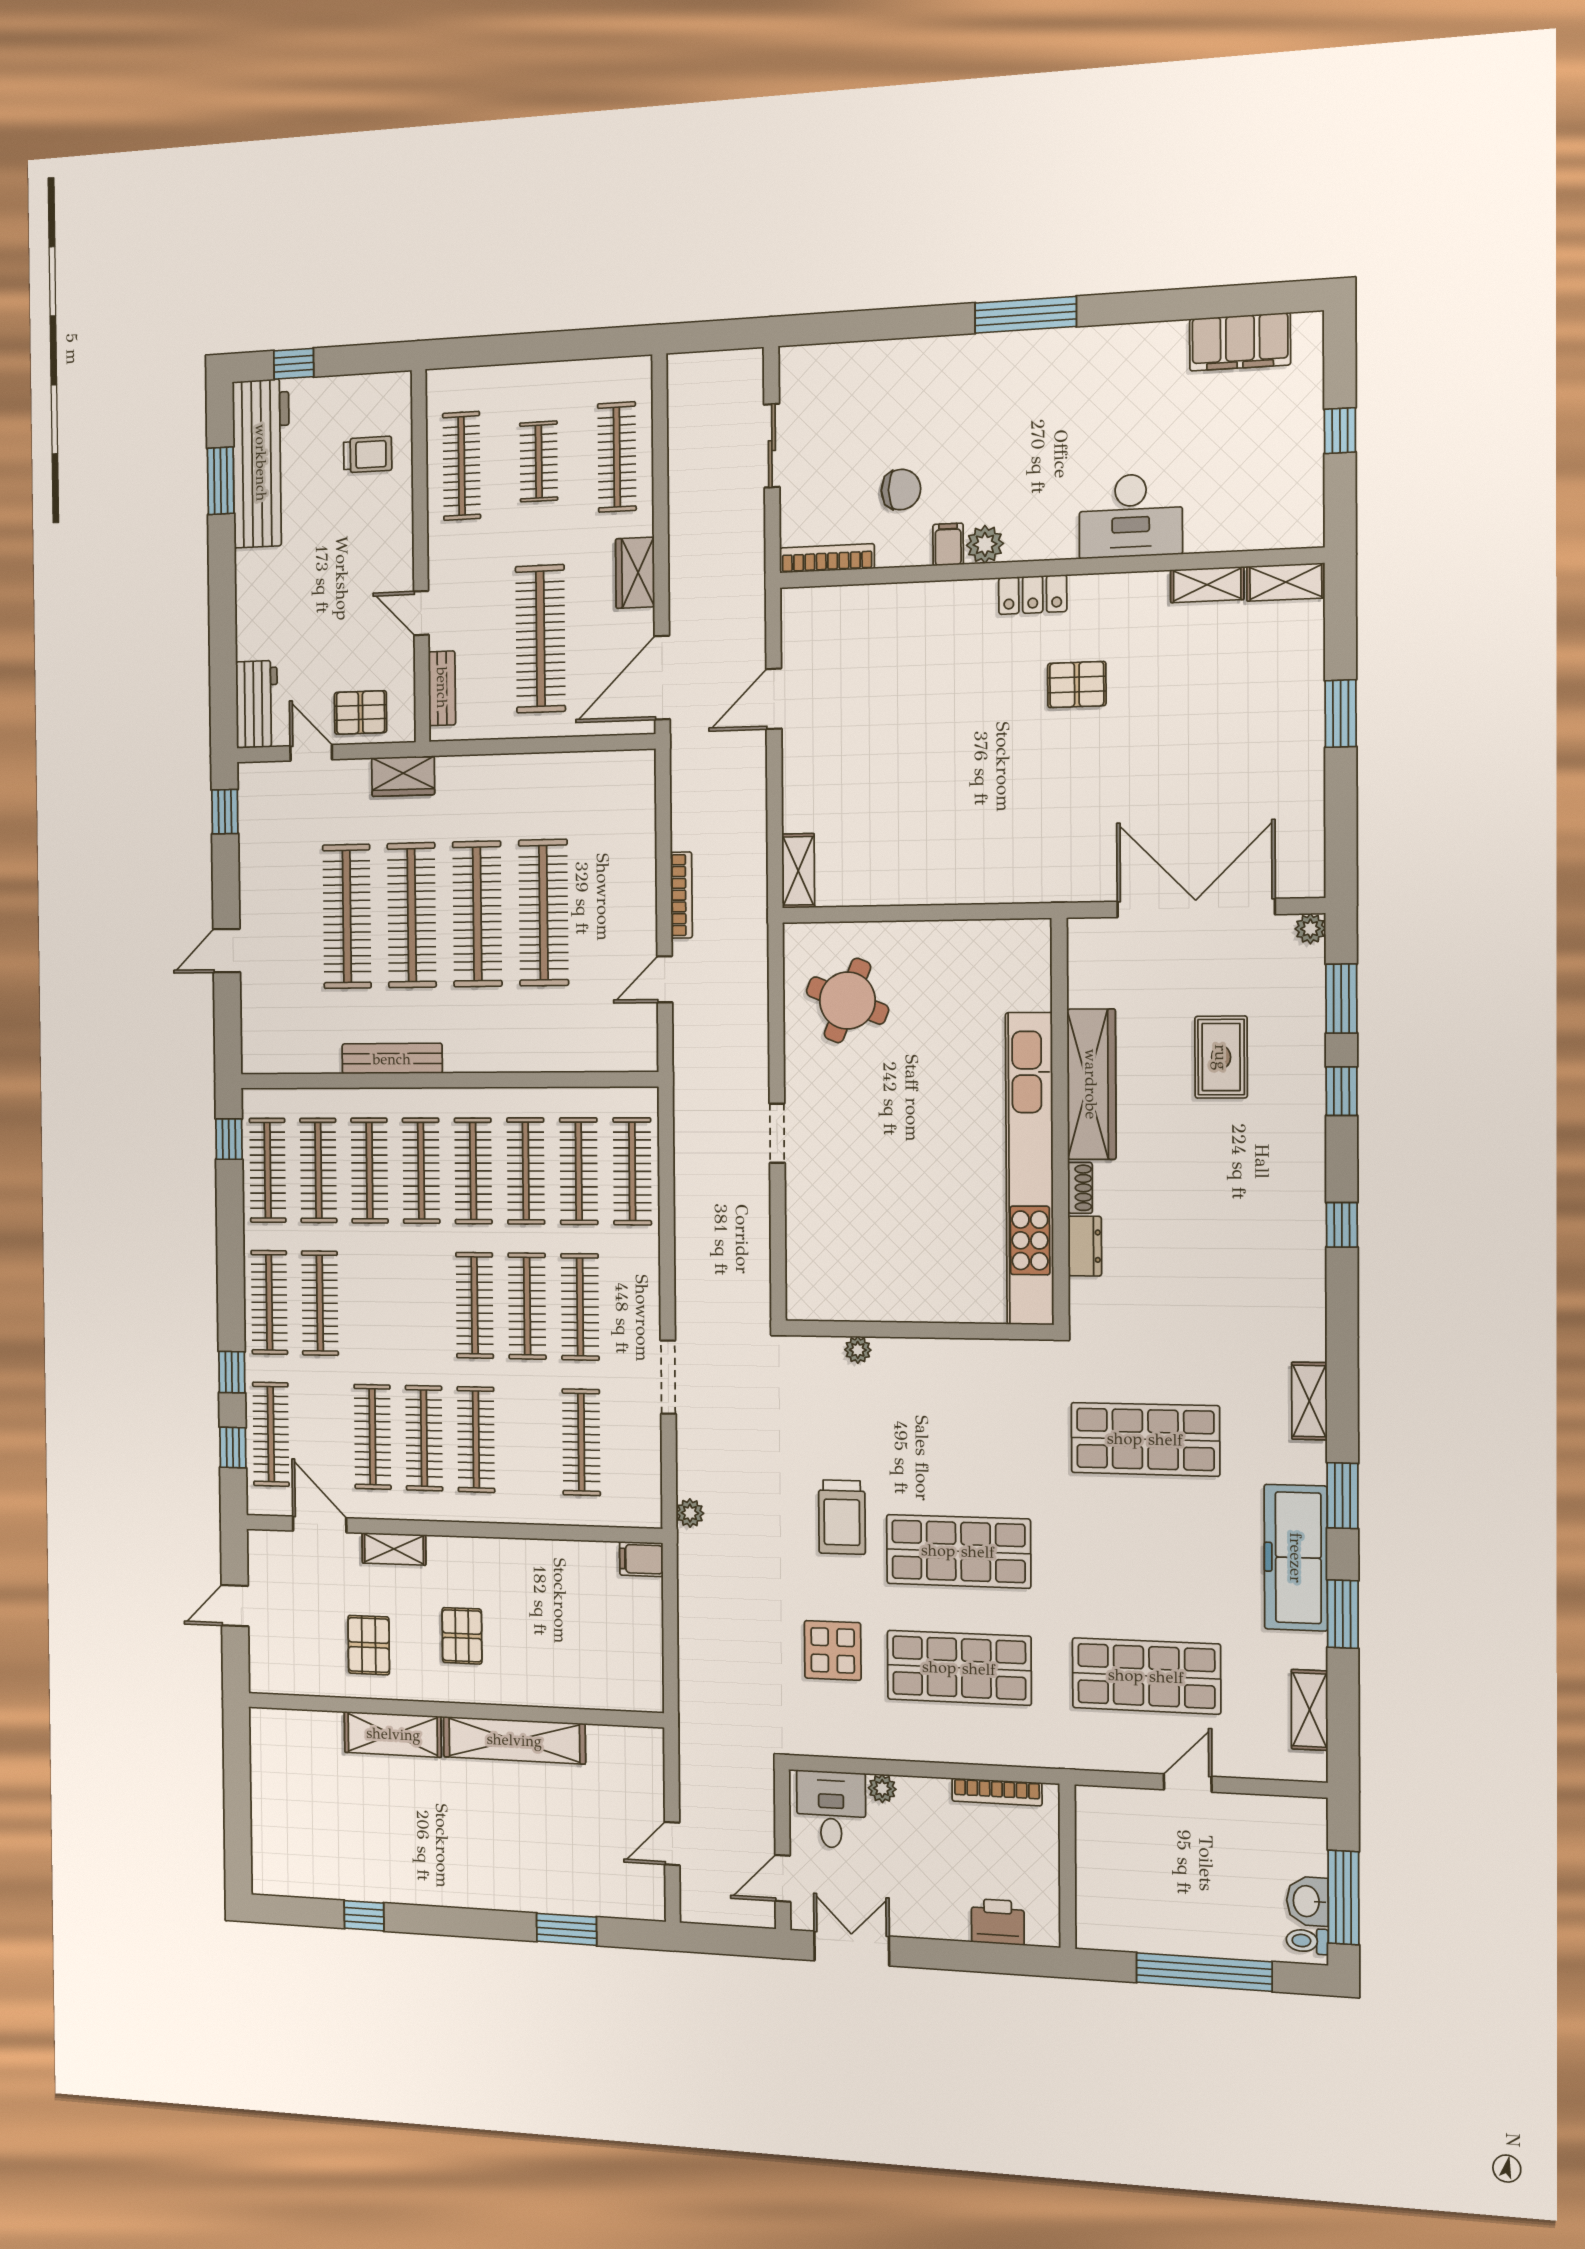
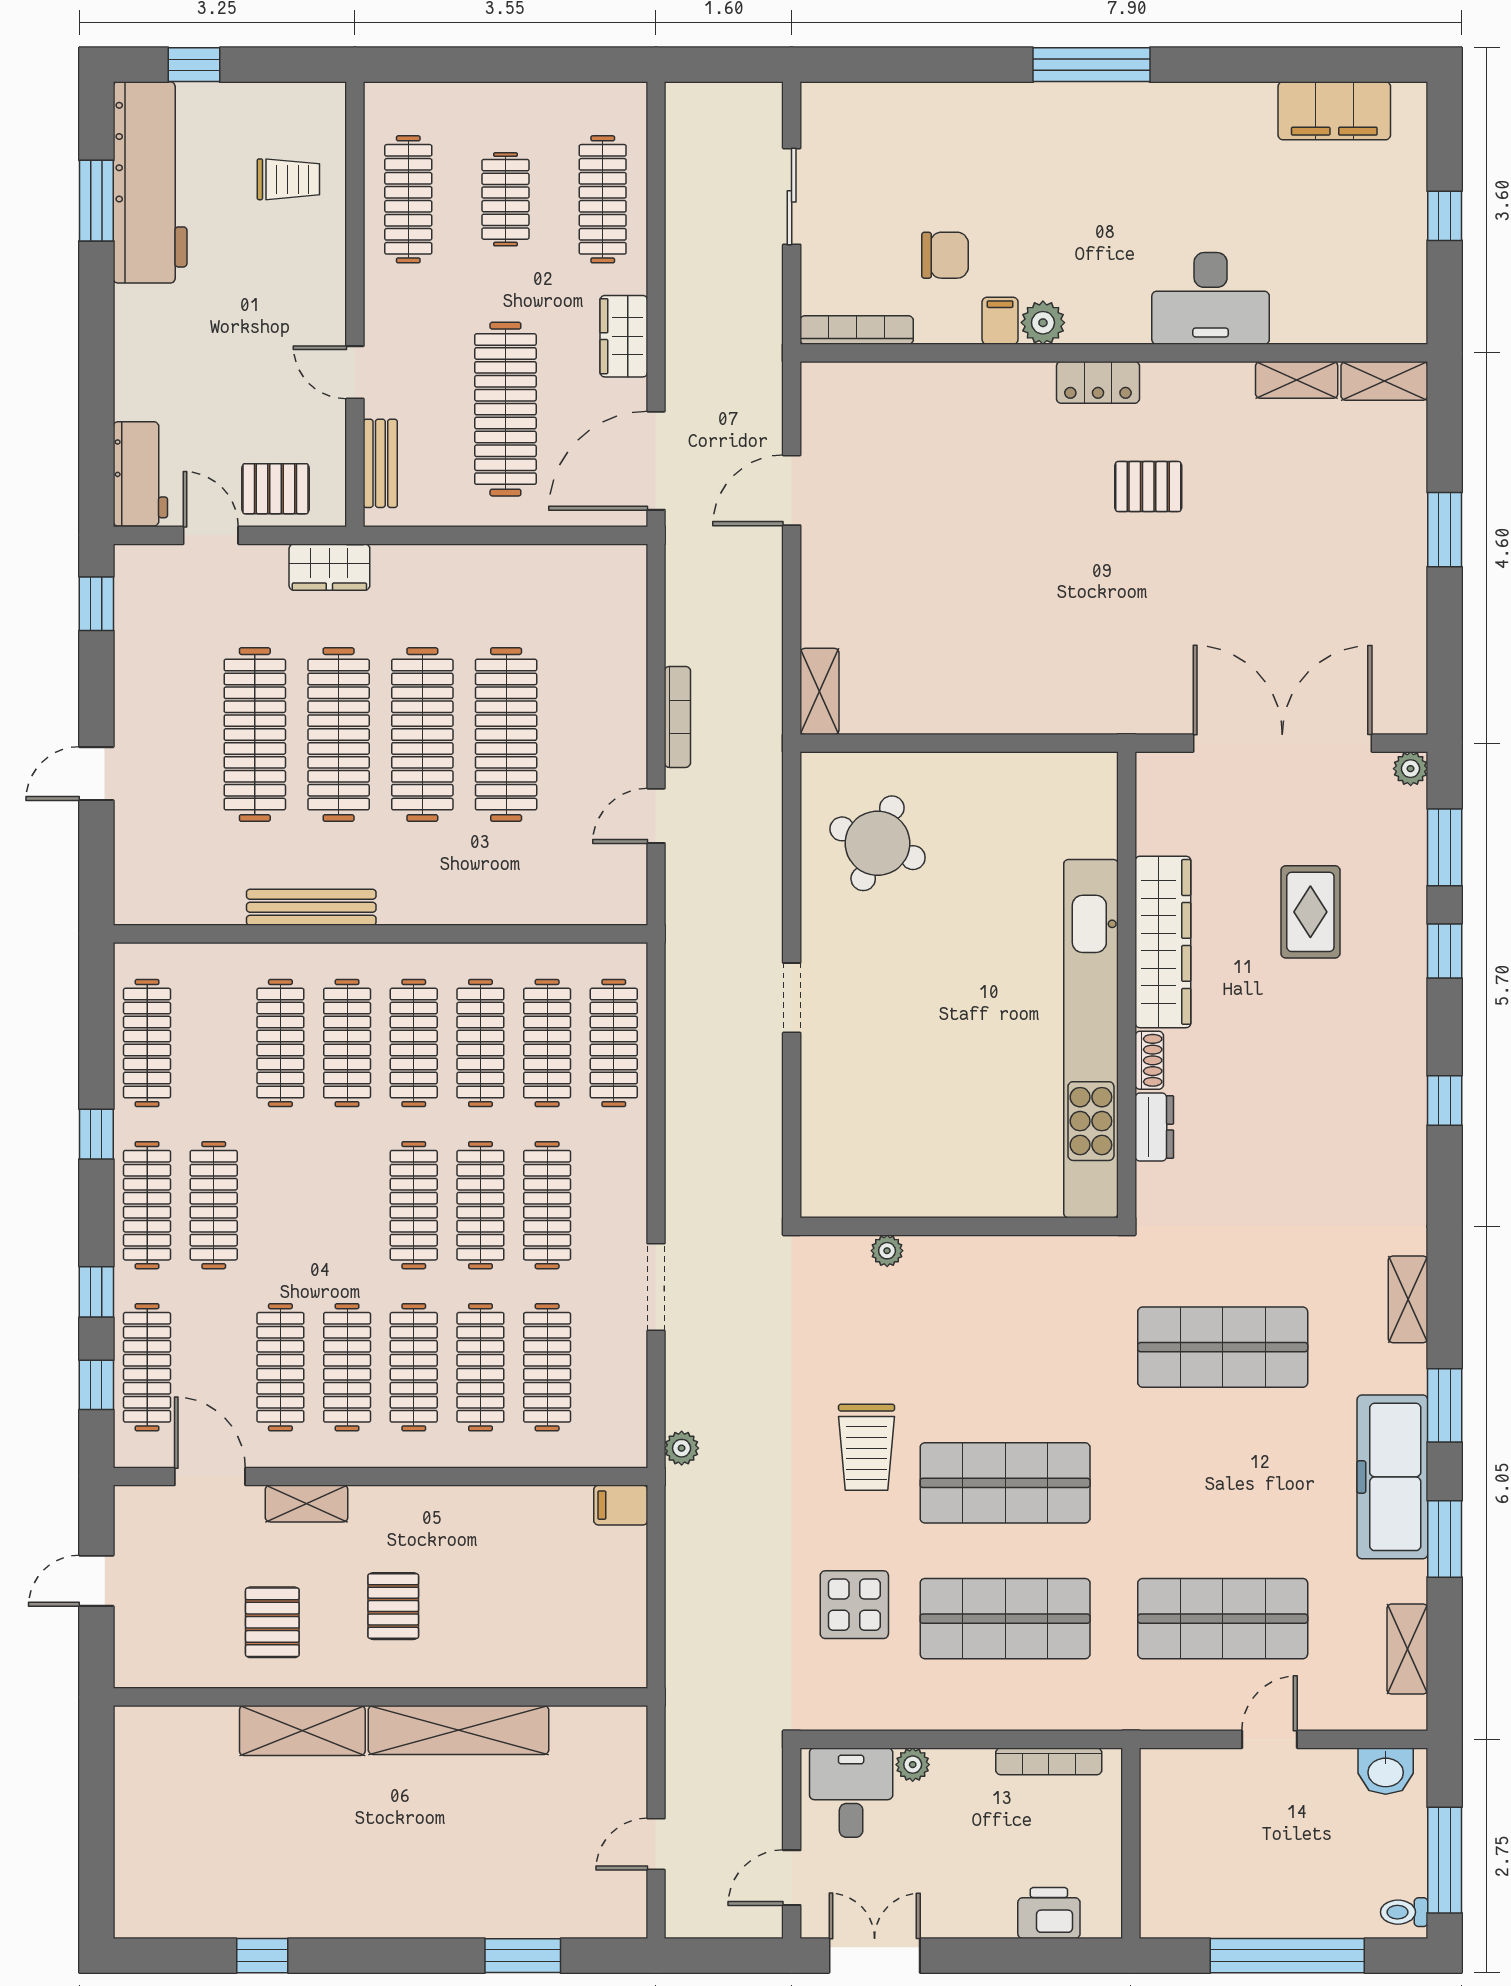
window: (229, 1139) -> (96, 1134), moved
clothes rail: (318, 1170) -> (480, 1367), moved
washbasin: (1307, 1901) -> (1386, 1771), moved, turned -90

